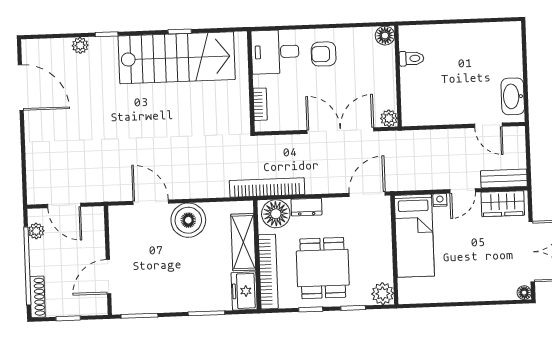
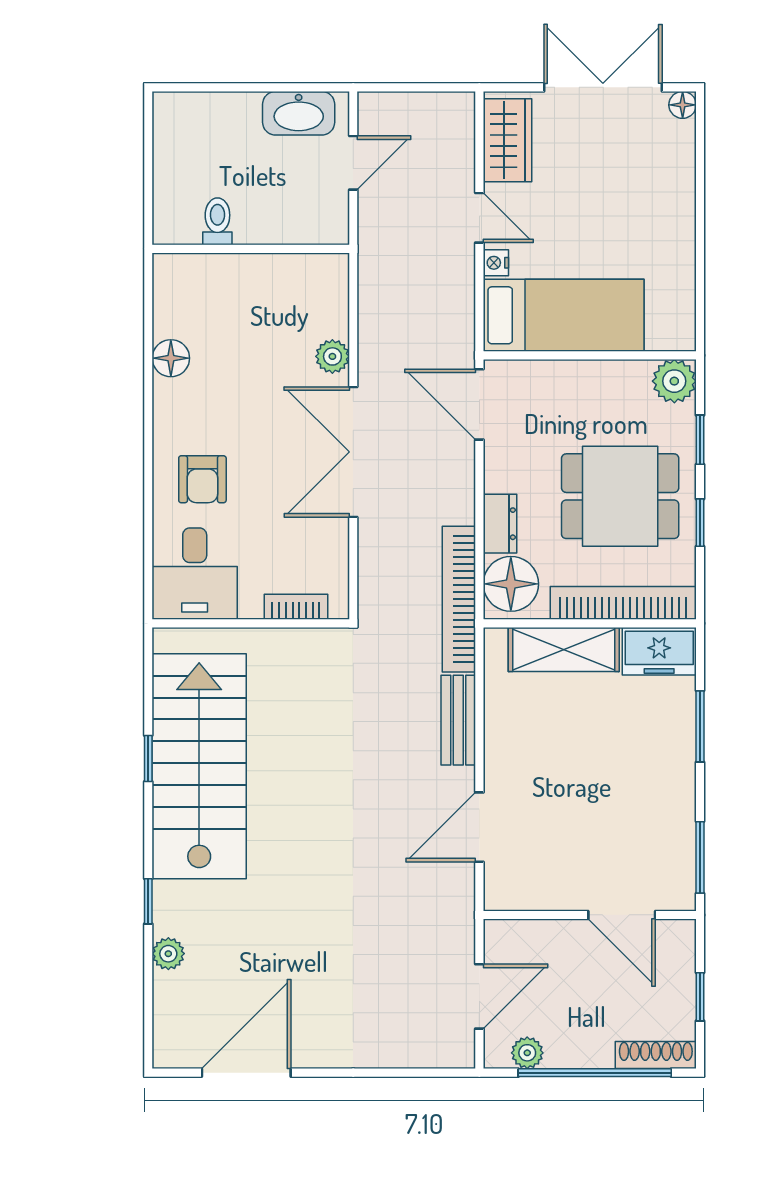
toilet: (411, 58) -> (217, 221), moved
wall: (398, 76) -> (251, 249), moved
bench: (504, 178) -> (458, 720), moved
boiler: (188, 220) -> (517, 755), removed

